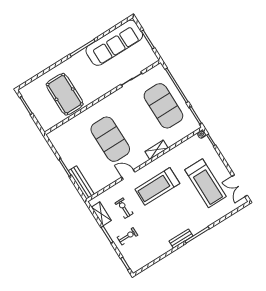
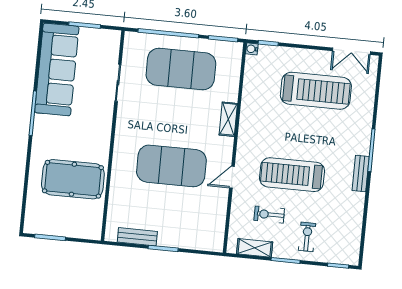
bench: (81, 183) -> (137, 237), moved, width x0.73
treadmill: (157, 186) -> (292, 175), moved, turned 90

